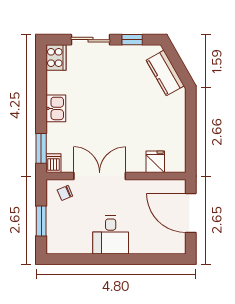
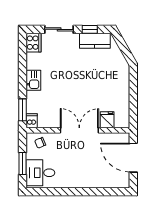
kitchen counter: (165, 73) -> (95, 41), moved, turned -60
double door: (100, 176) -> (79, 130), moved
desk: (111, 235) -> (40, 173), moved, turned 90

